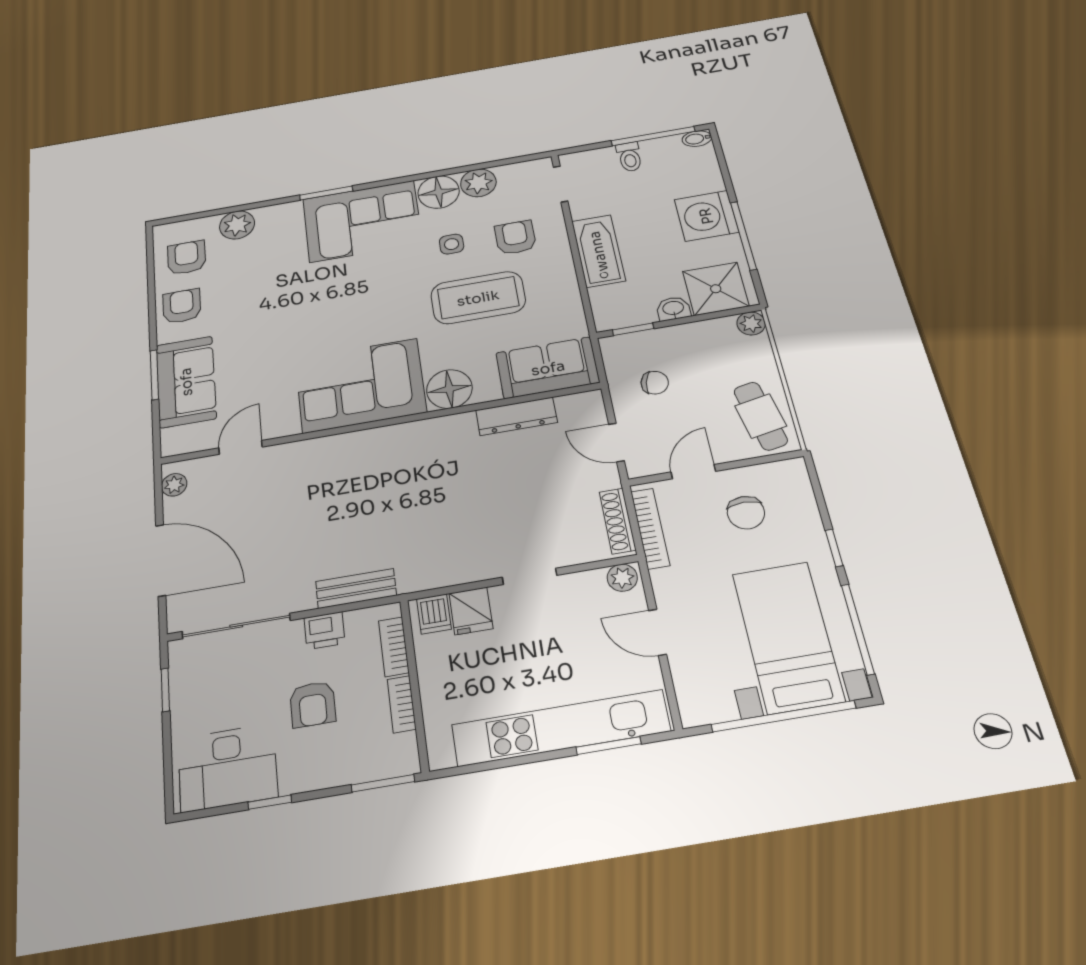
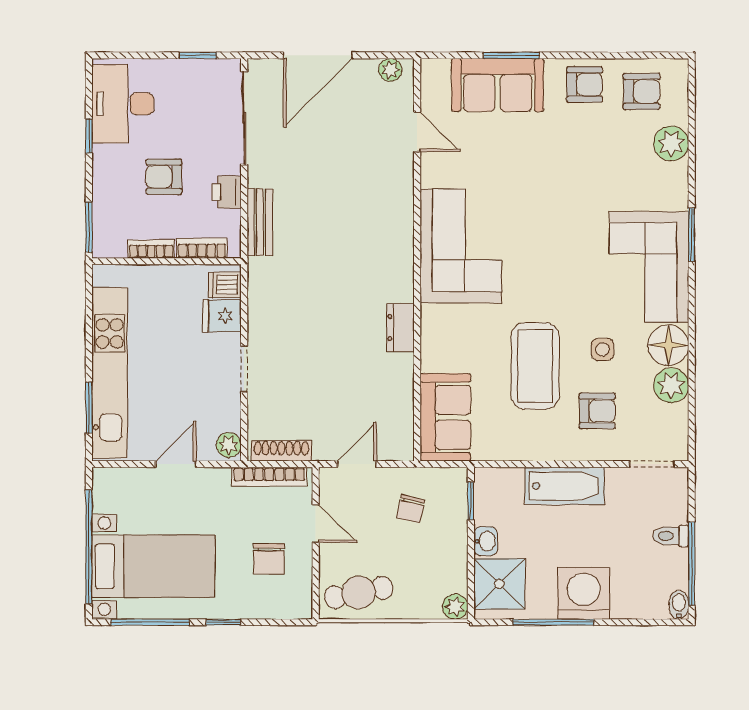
floor lamp: (449, 389) -> (441, 326), removed
dresser: (516, 416) -> (400, 327), moved, width x0.70
chair: (746, 513) -> (269, 559), turned -90

